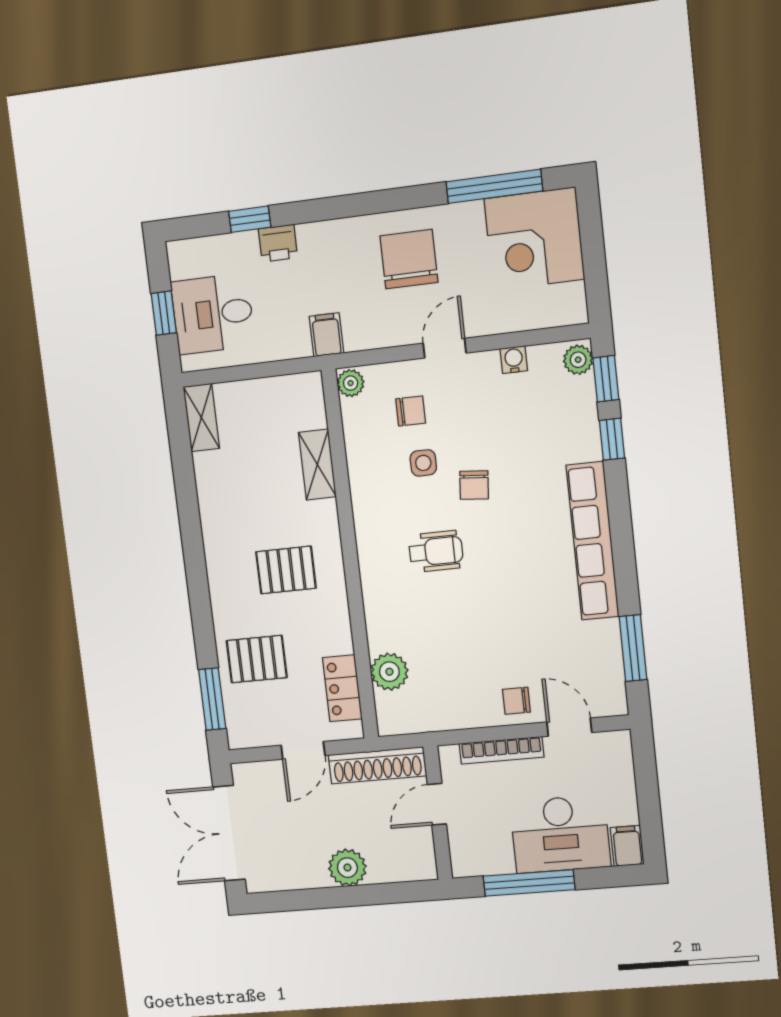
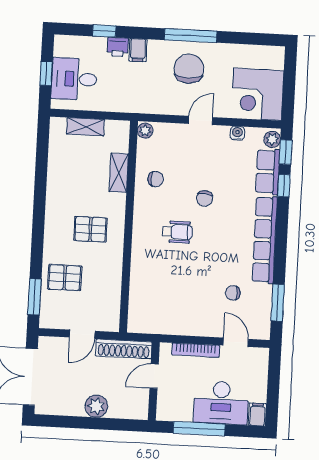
window: (494, 186) -> (191, 36), moved
corner desk: (534, 239) -> (258, 94), moved
filing cabinet: (326, 335) -> (138, 50), moved, turned 180
chair: (411, 411) -> (156, 179), moved
shelving: (201, 418) -> (86, 127), moved, turned 90
row of seats: (579, 419) -> (268, 172), added
side table: (423, 463) -> (178, 182), removed
plant: (389, 672) -> (140, 296), removed
locker: (342, 688) -> (111, 302), removed
chair: (516, 701) -> (233, 293), moved

